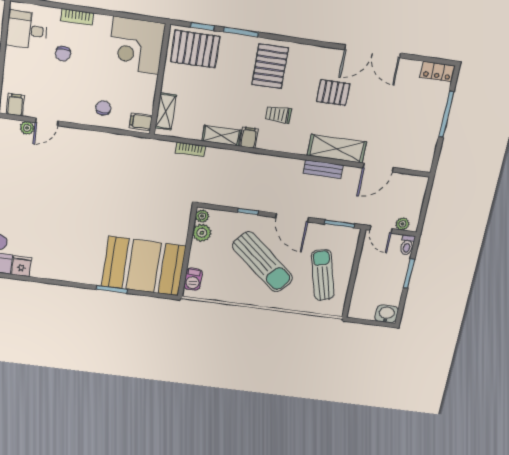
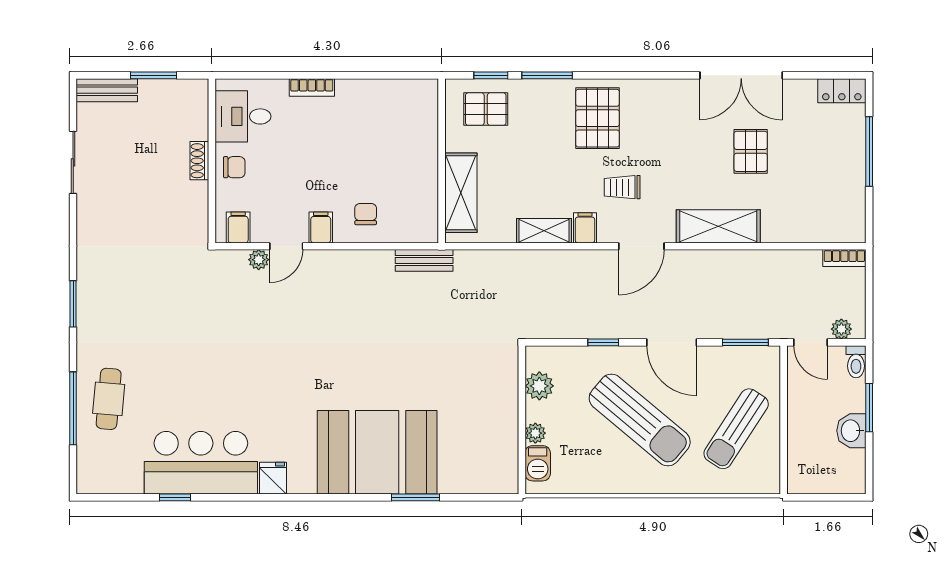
corner desk: (136, 45) -> (401, 116), removed
pallet: (195, 49) -> (486, 109), width x0.67, depth x0.71
chair: (63, 54) -> (234, 167), moved, turned -90
pallet: (333, 93) -> (751, 151), moved, turned 90
shelving: (166, 111) -> (461, 193), width x1.50, depth x1.33
filing cabinet: (141, 122) -> (321, 228), moved, turned 90
bookcase: (190, 149) -> (844, 258), moved
door: (378, 168) -> (641, 246), moved
bench: (323, 169) -> (424, 260), moved
plant: (202, 216) -> (535, 433), moved
booth: (144, 266) -> (377, 452), moved
sun lounger: (323, 275) -> (736, 429), turned -132
washbasin: (387, 314) -> (851, 431), moved, turned -90

